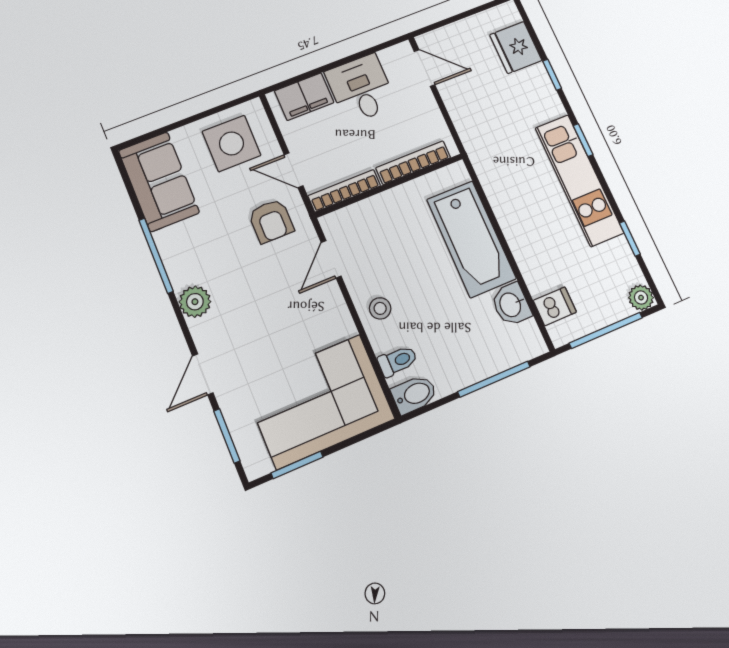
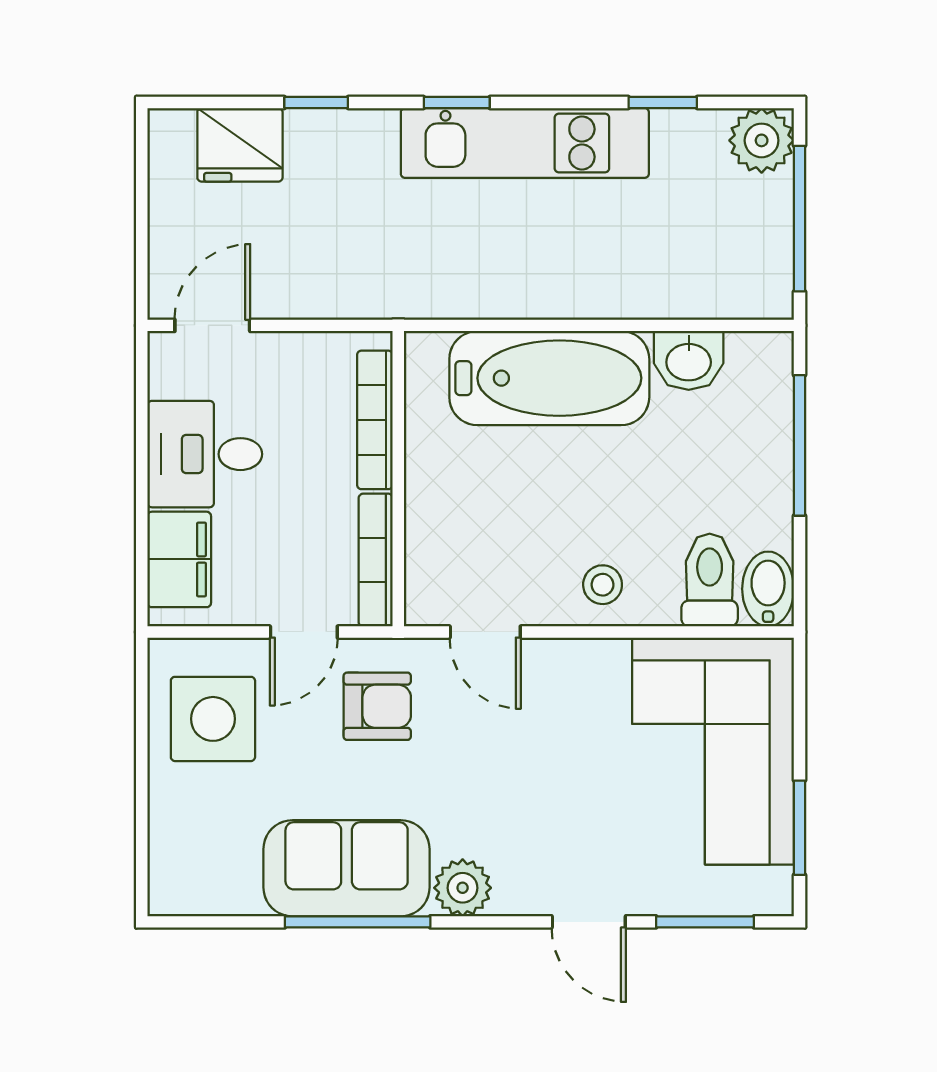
sofa: (159, 182) -> (347, 868), moved
plant: (641, 298) -> (762, 140), width x1.38, depth x1.38
dishwasher: (555, 306) -> (723, 287), removed
toilet: (398, 361) -> (710, 580), width x1.37, depth x1.39

